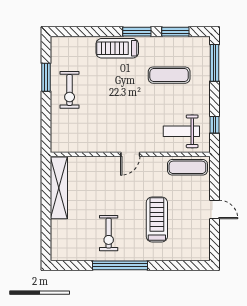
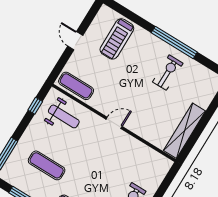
treadmill: (157, 219) -> (117, 39), moved

